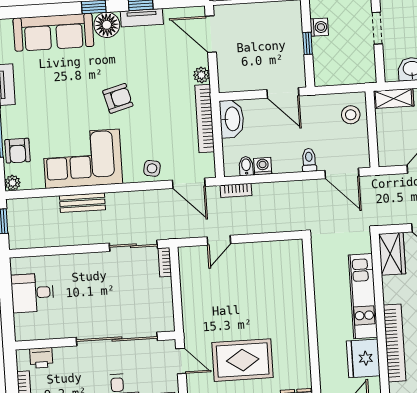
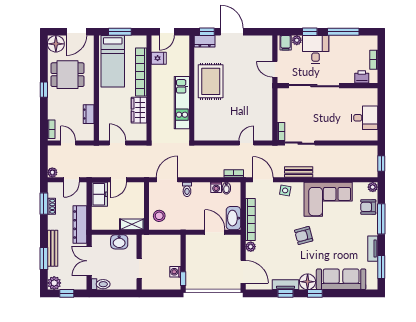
window: (308, 43) -> (183, 279), moved
door: (283, 93) -> (215, 232), moved
armchair: (18, 151) -> (368, 207), turned -90
door: (342, 173) -> (167, 180), hinge flipped
bench: (82, 203) -> (299, 172), moved
wardrobe: (392, 254) -> (139, 110), moved
kitchen unit: (363, 296) -> (182, 103), moved, turned 180
fridge: (363, 358) -> (159, 58), width x0.53, depth x0.75
rug: (243, 360) -> (211, 81), moved, turned 90

